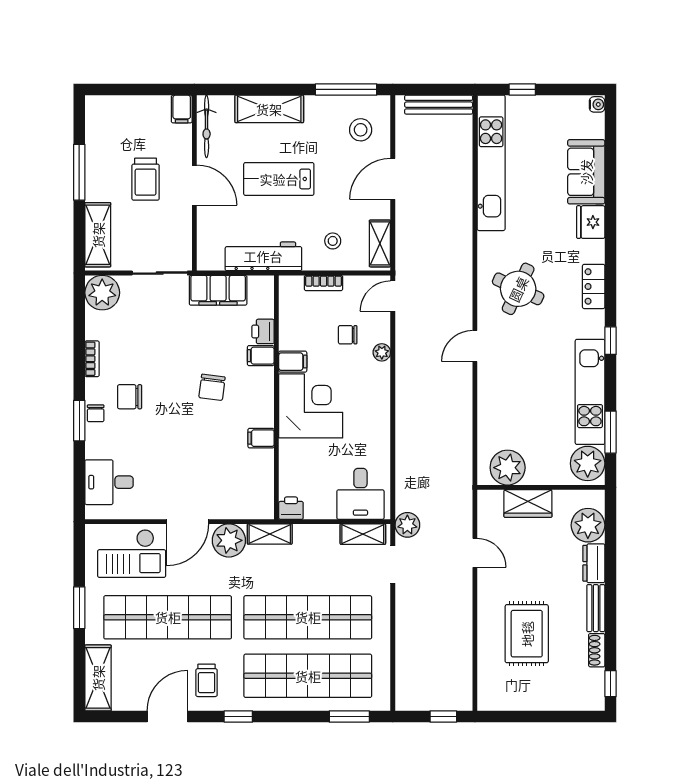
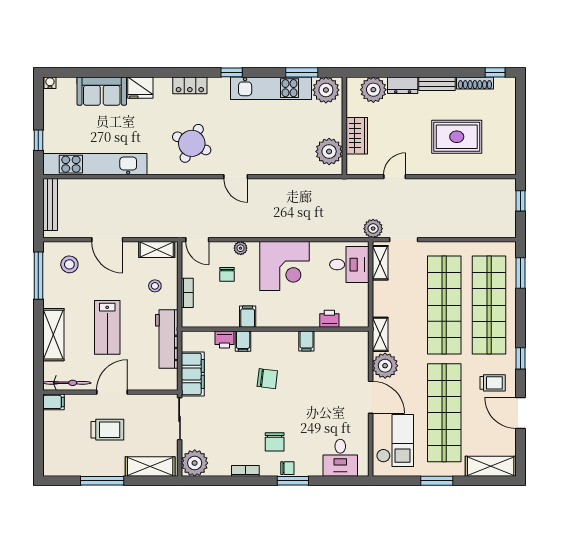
corner desk: (311, 406) -> (284, 266), moved, turned 180
printer: (291, 508) -> (329, 319), moved, turned 90
shoe rack: (597, 650) -> (475, 83), width x1.43

